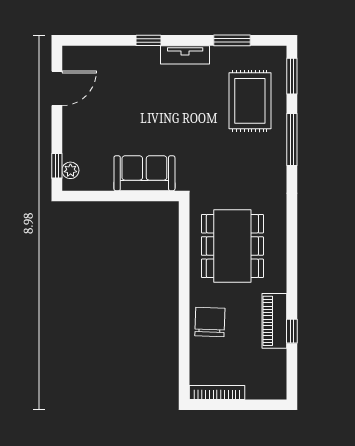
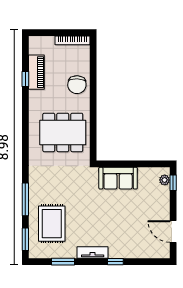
door: (57, 88) -> (173, 231), hinge flipped
dining table: (232, 246) -> (63, 132), turned 90
piano: (274, 321) -> (36, 72), moved

